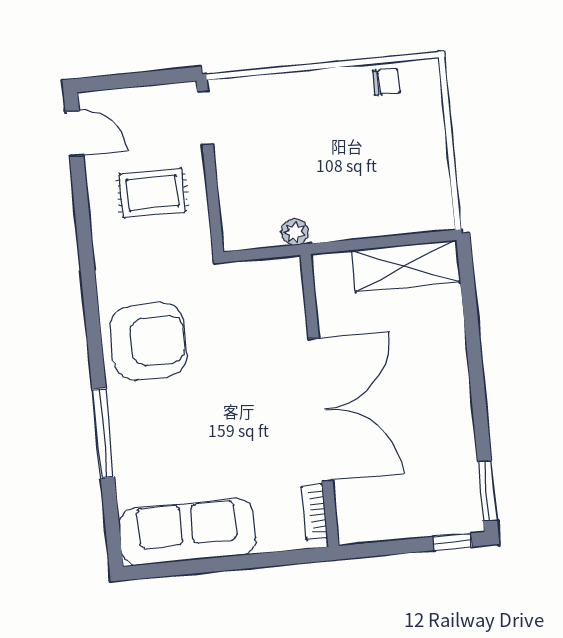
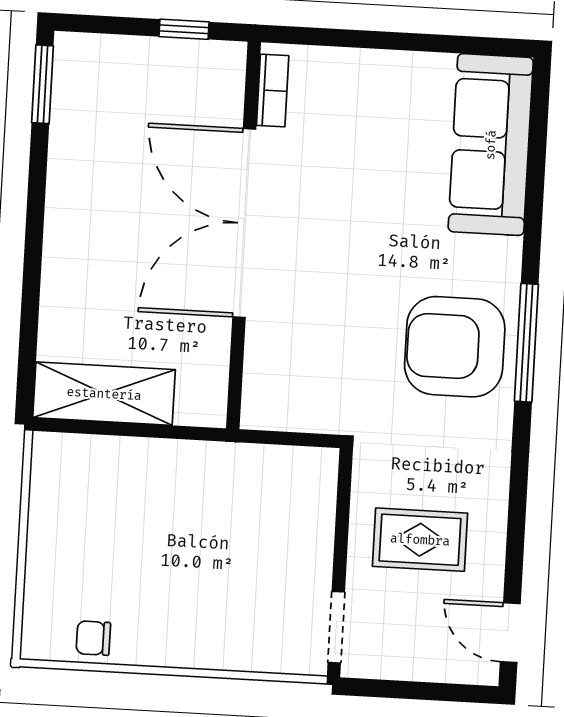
plant: (295, 232) -> (243, 460), removed
window: (103, 433) -> (526, 343), moved
sofa: (187, 532) -> (491, 145), moved, turned 90
window: (452, 542) -> (184, 29), moved

